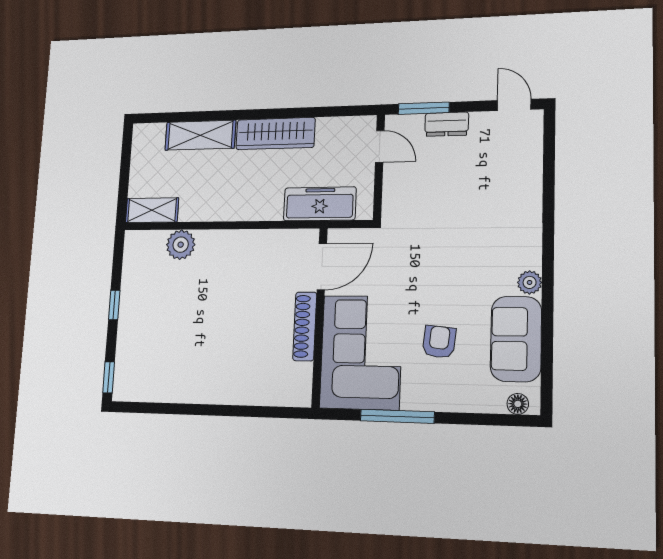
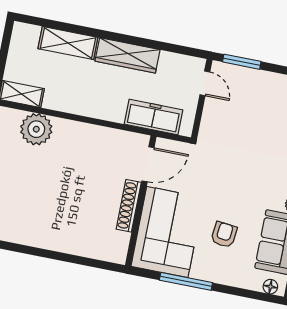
dresser: (447, 124) -> (256, 78), removed
plant: (181, 245) -> (36, 129), width x1.36, depth x1.36

